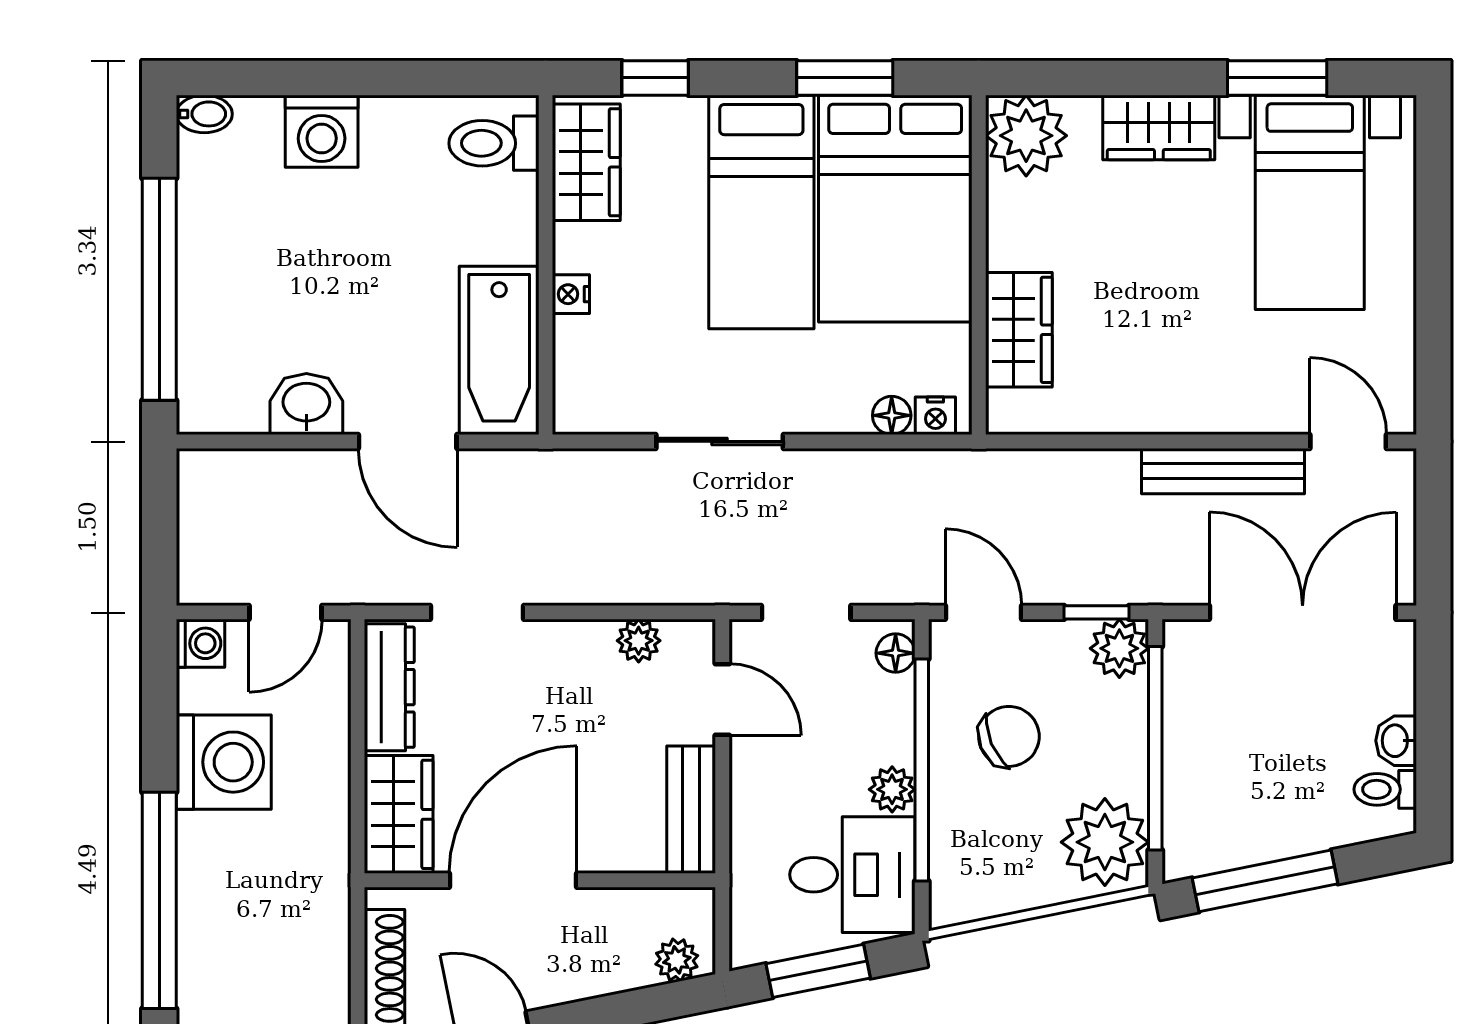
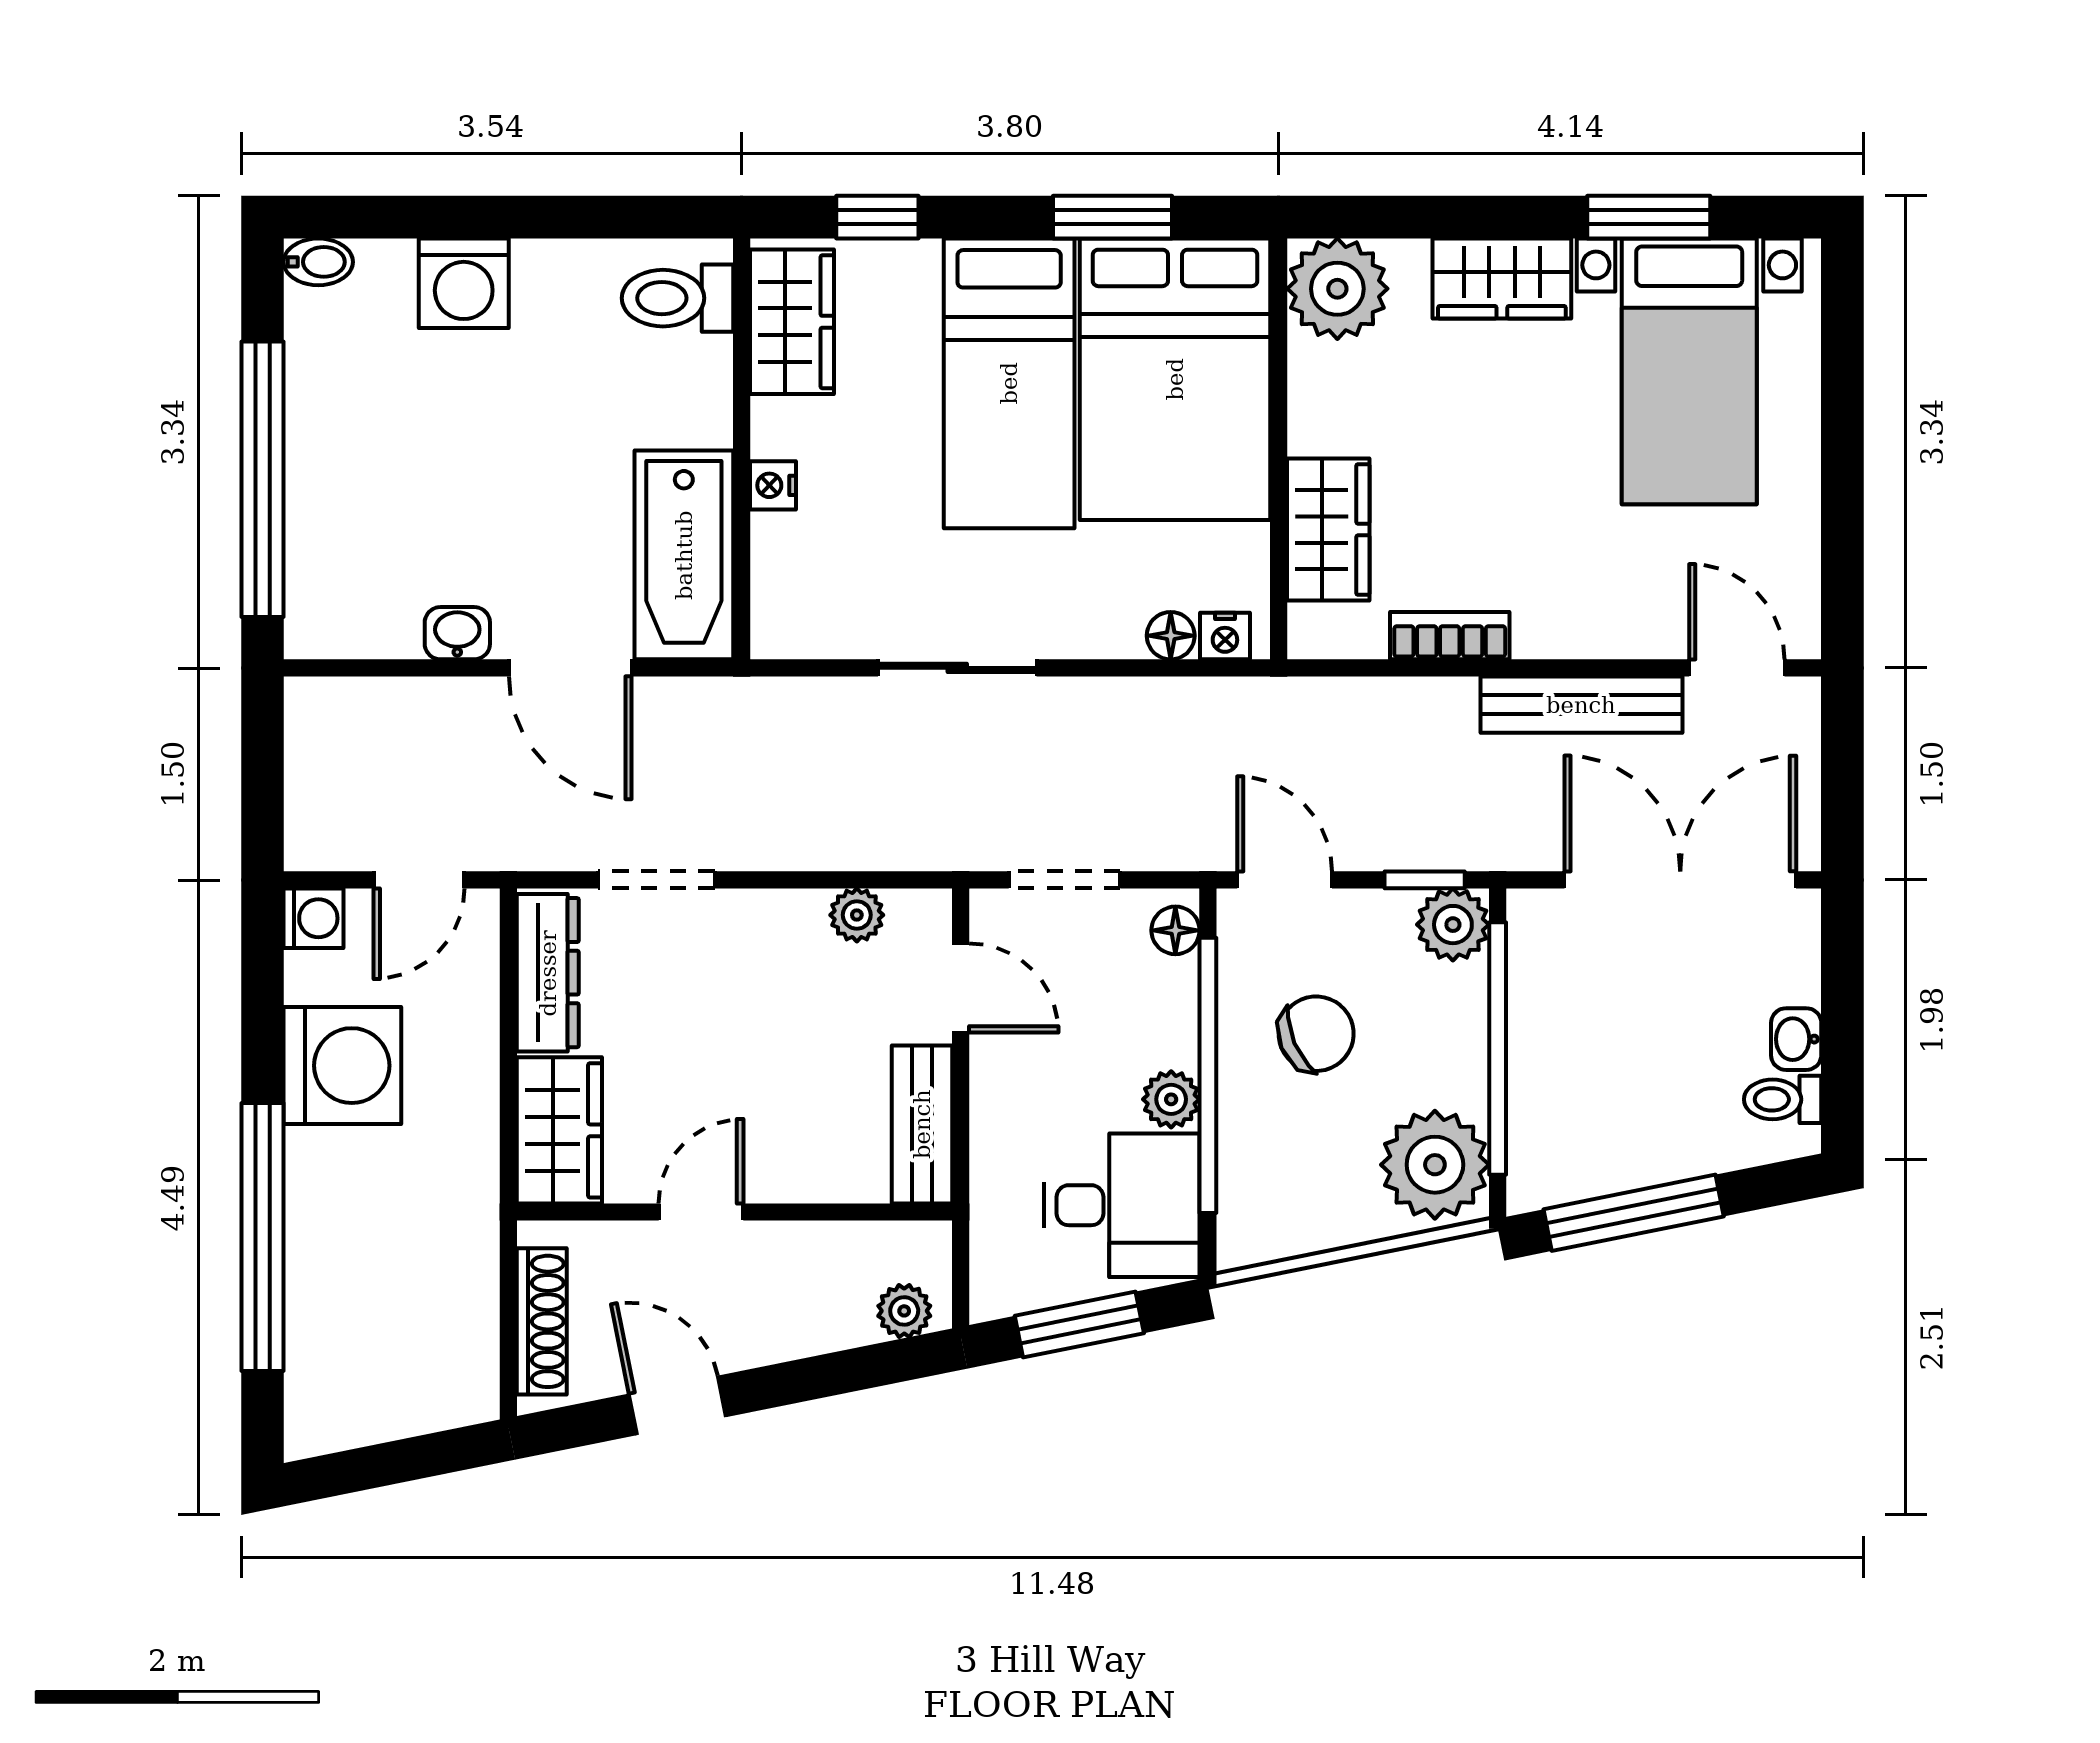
washbasin: (306, 404) -> (457, 633), width x0.72, depth x0.69
bookcase: (1117, 415) -> (1450, 636), added
door: (513, 880) -> (701, 1212), width x0.53

